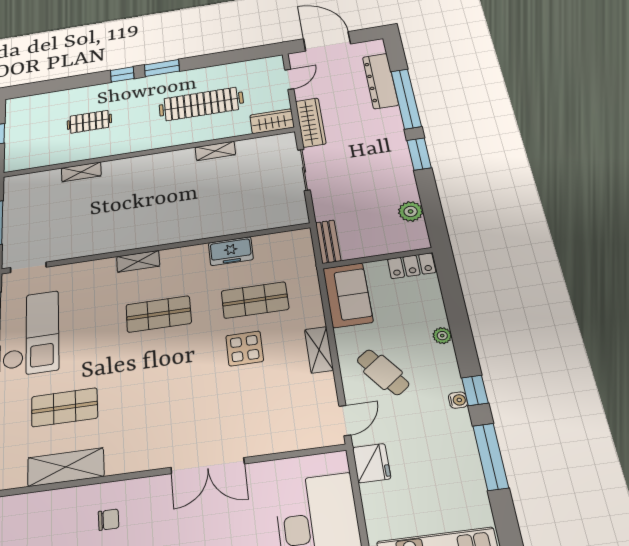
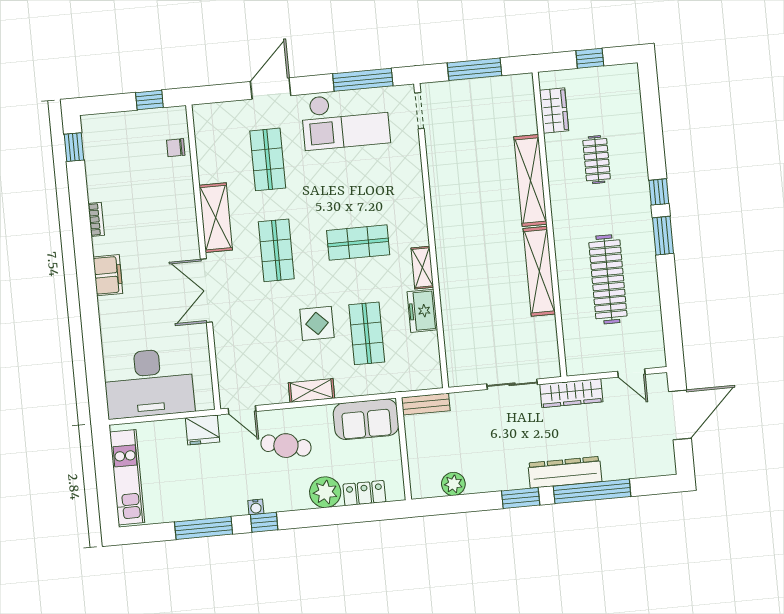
dresser: (380, 81) -> (565, 472), moved
wardrobe: (272, 121) -> (554, 111), moved
shelving: (215, 151) -> (539, 271), width x2.20, depth x1.33
shelving: (81, 172) -> (530, 180), width x2.20, depth x1.33
shelving: (138, 261) -> (422, 268), moved
locker: (412, 266) -> (364, 493), moved, turned 90
shop shelf: (159, 314) -> (358, 243), turned 90
plant: (442, 336) -> (325, 492), width x1.87, depth x1.87
cafe table: (383, 372) -> (286, 446), turned 50
shop shelf: (164, 394) -> (276, 250), added
shelving: (66, 467) -> (216, 218), moved
chair: (109, 520) -> (176, 148), moved, turned 90

